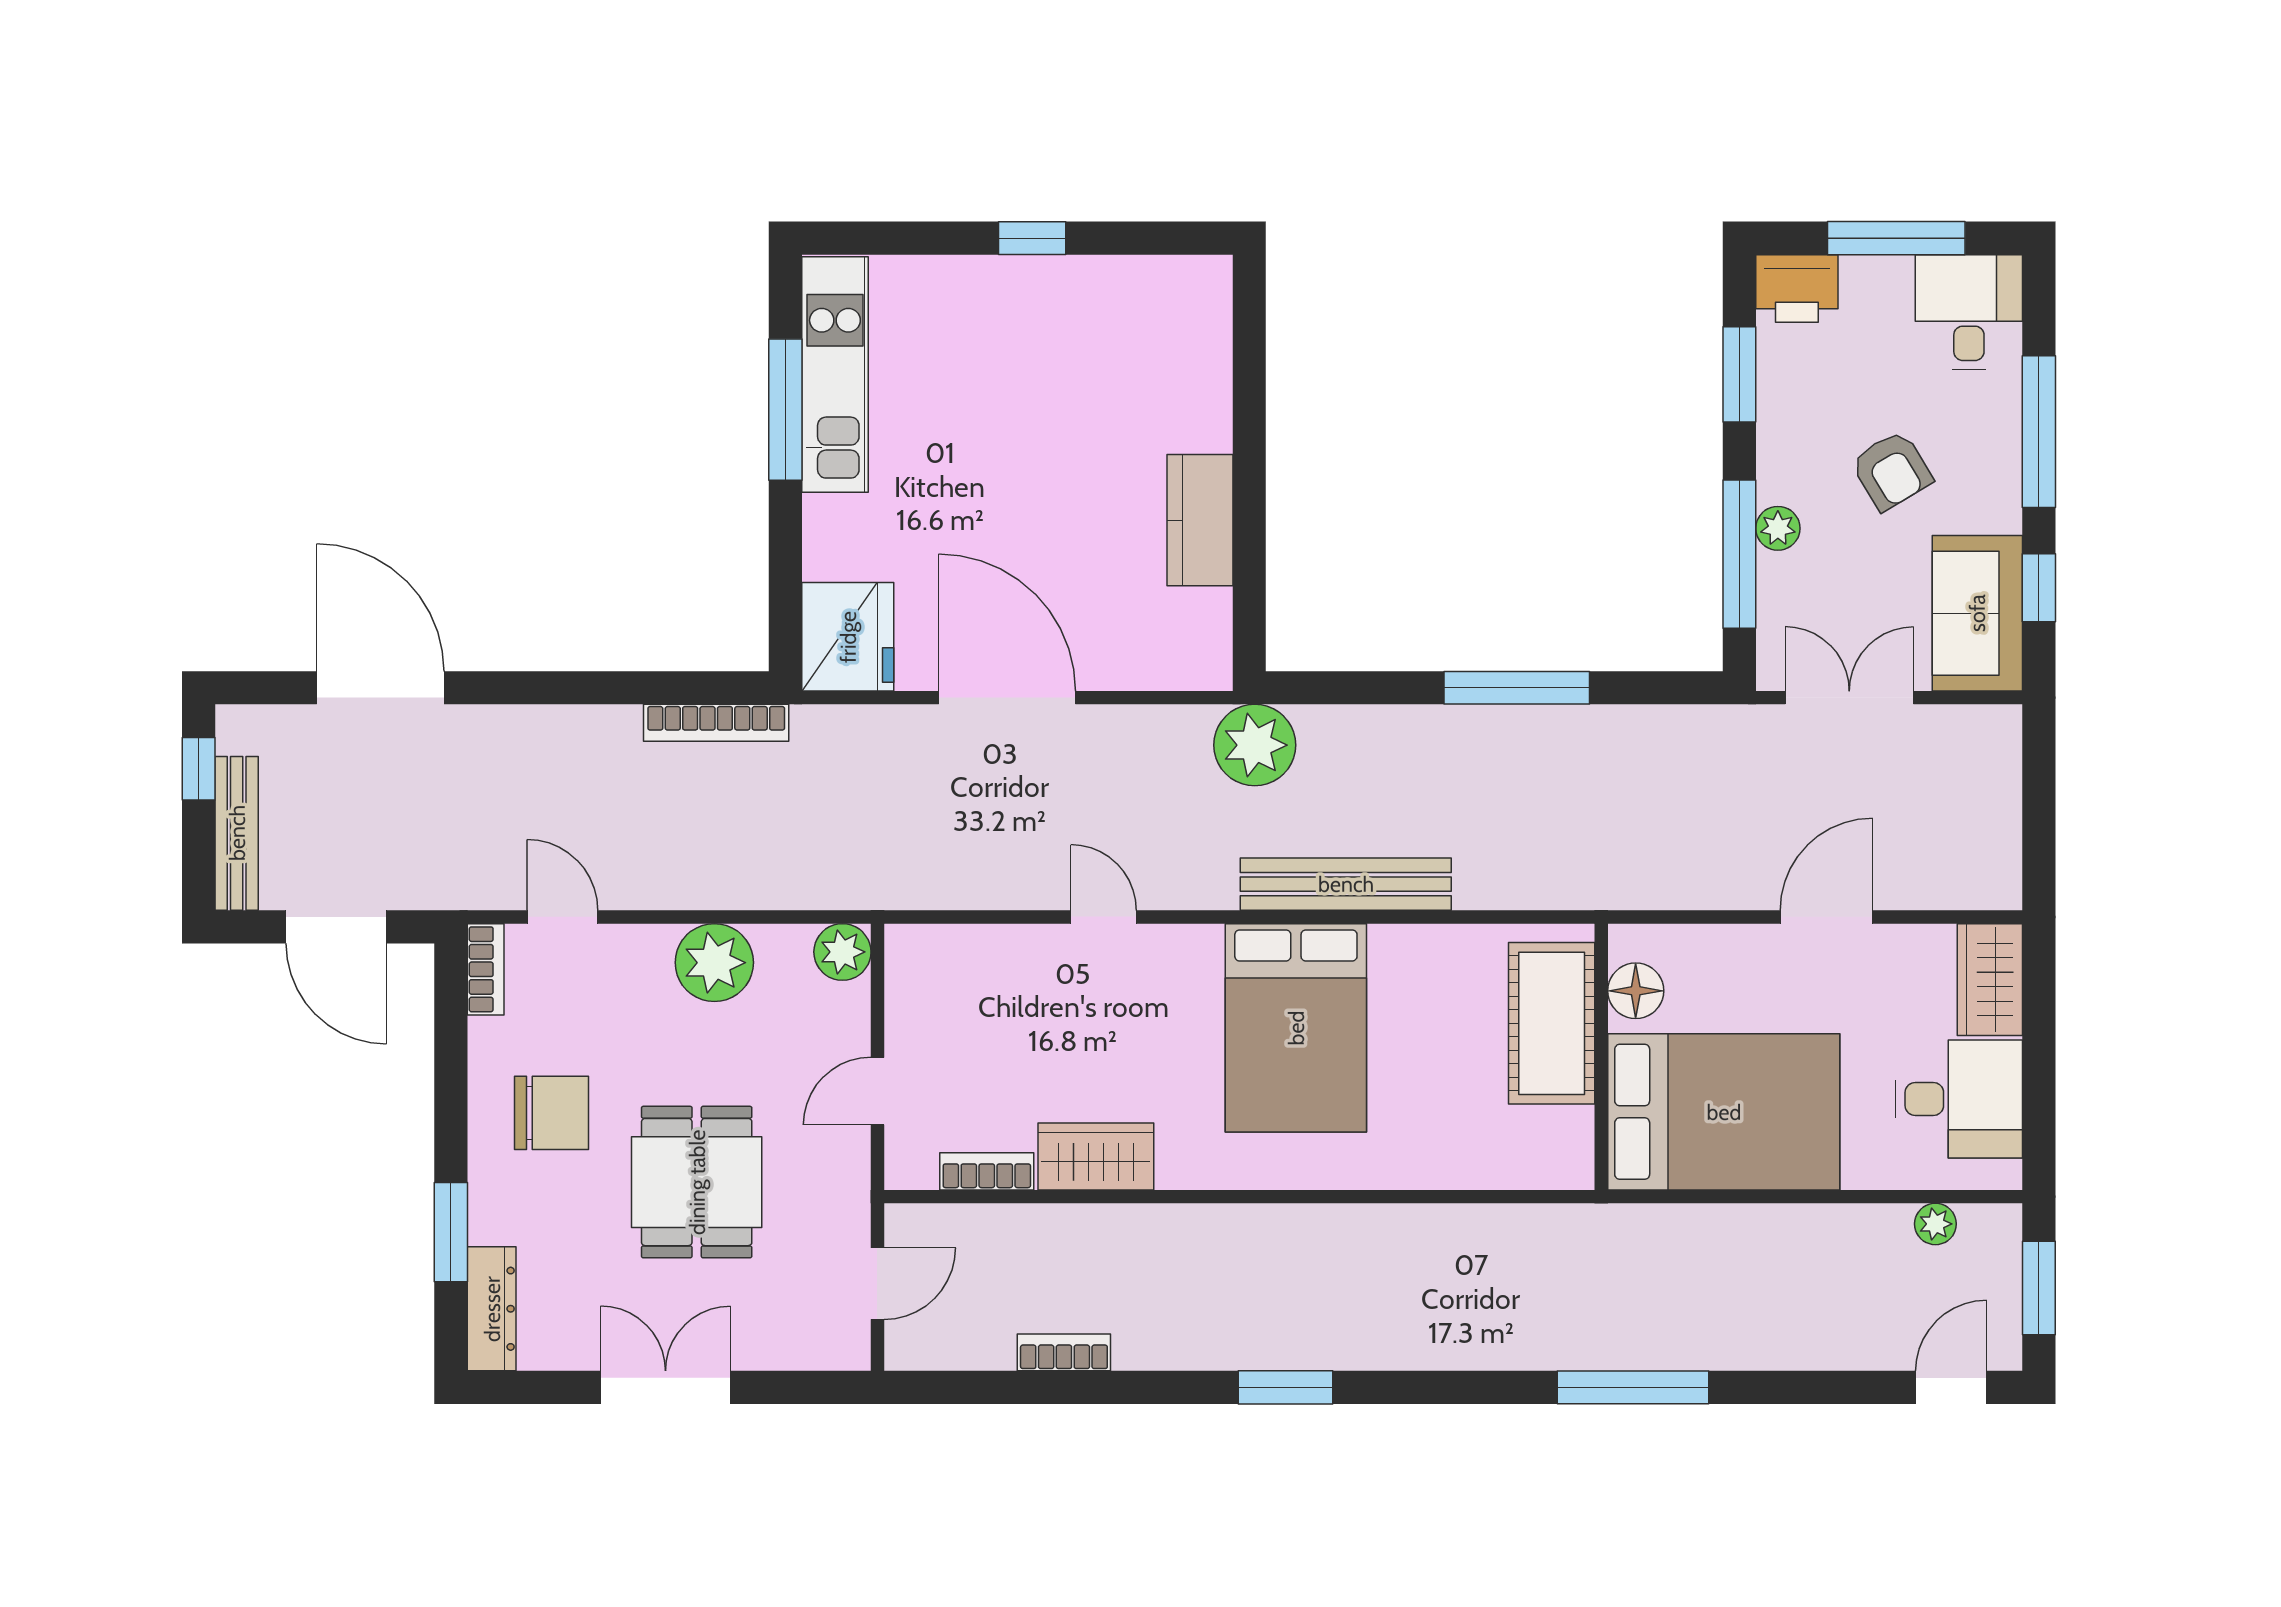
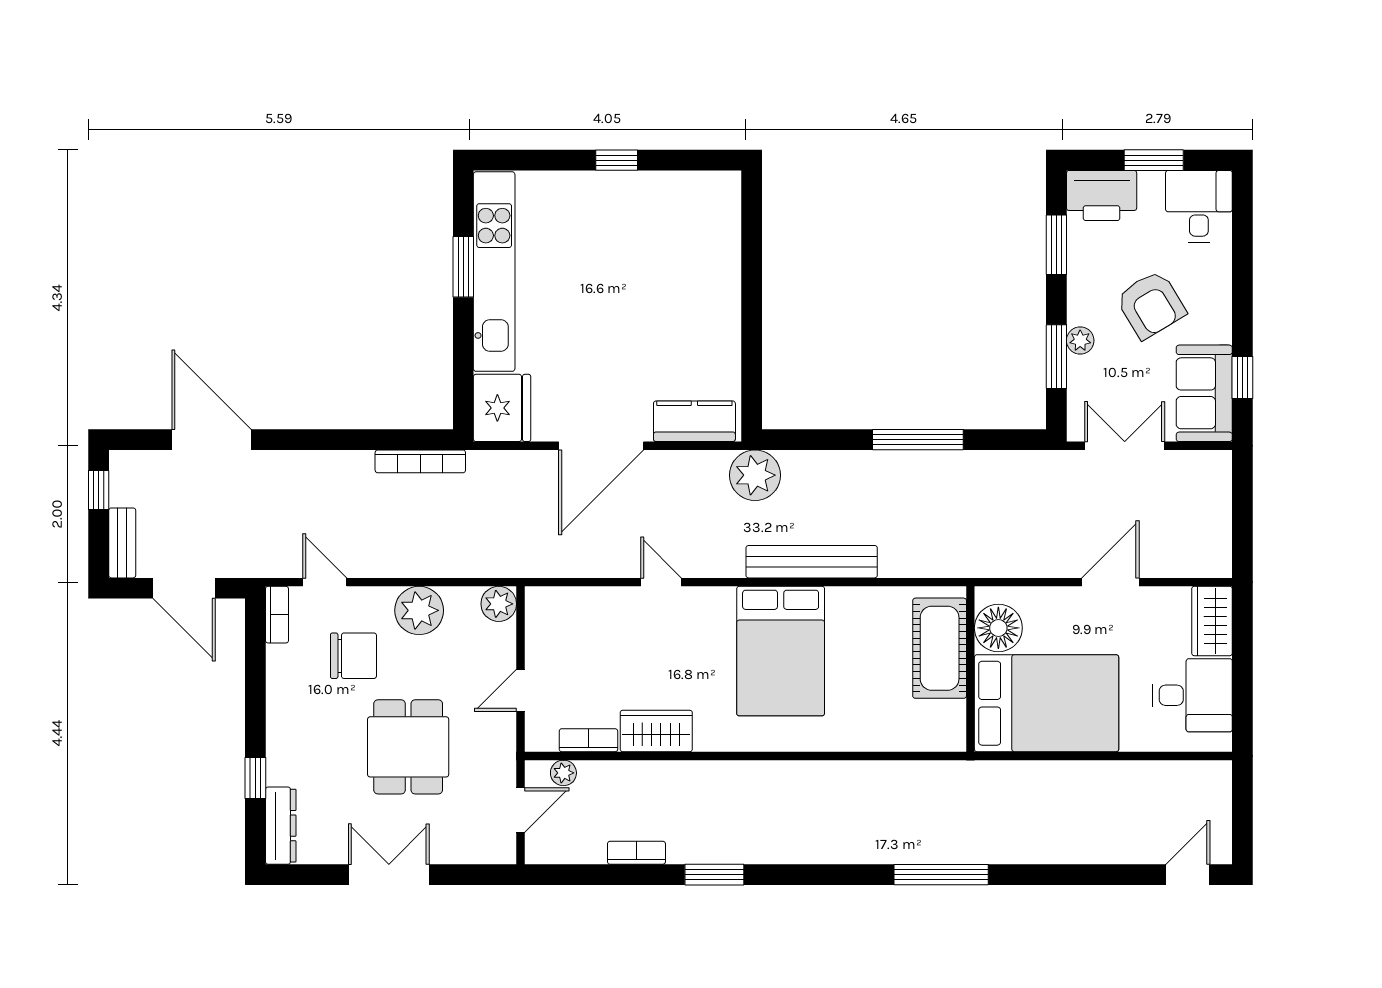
window: (1896, 238) -> (1154, 160), width x0.69
printer: (1797, 288) -> (1102, 196), width x1.37, depth x1.19
kitchen unit: (835, 374) -> (494, 272), width x1.36
window: (785, 410) -> (463, 267), width x0.69
window: (2039, 432) -> (1242, 280), removed
armchair: (1892, 470) -> (1151, 305), width x1.38, depth x1.38
kitchen counter: (1200, 520) -> (694, 421), moved, turned 90
window: (1739, 554) -> (1056, 357), width x0.69
door: (1007, 698) -> (601, 446), swing flipped
bench: (237, 833) -> (122, 543), width x0.73
floor lamp: (1636, 991) -> (998, 628), width x1.38, depth x1.38
chair: (552, 1113) -> (353, 656), moved
plant: (1935, 1224) -> (563, 773), moved
window: (451, 1232) -> (255, 778), width x0.67
window: (2039, 1288) -> (1242, 813), removed
window: (1285, 1387) -> (714, 875), moved
window: (1633, 1387) -> (941, 875), moved

